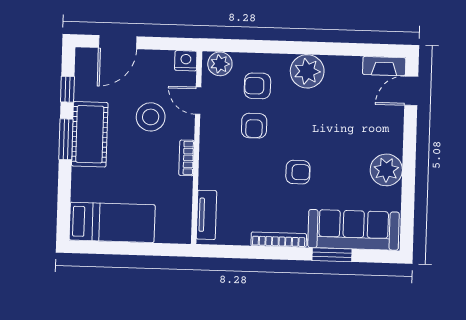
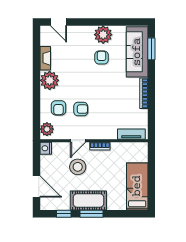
fireplace: (384, 66) -> (45, 58), moved
door: (198, 101) -> (78, 141), moved
armchair: (298, 172) -> (101, 58), moved
window: (332, 255) -> (151, 49), moved

